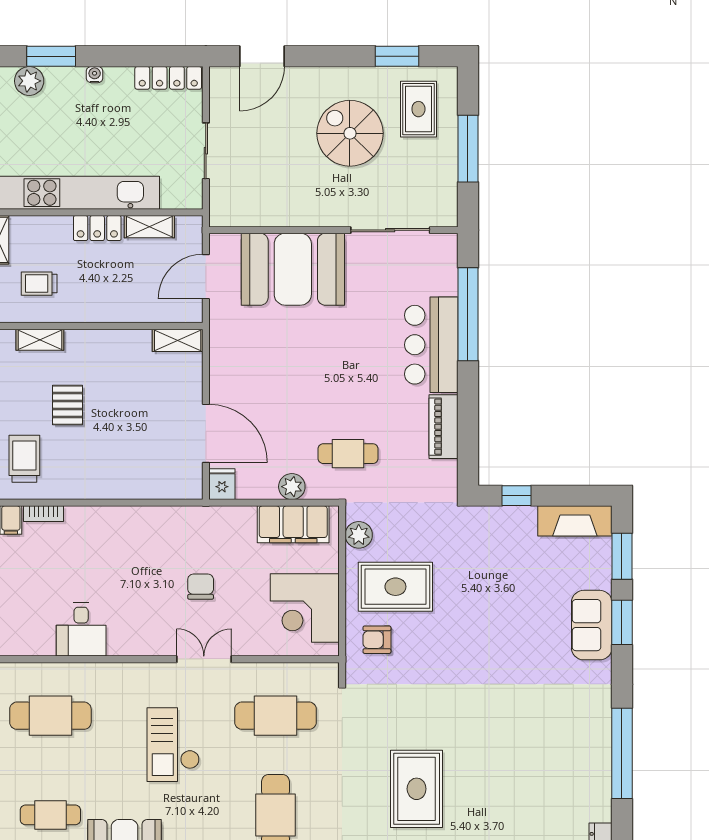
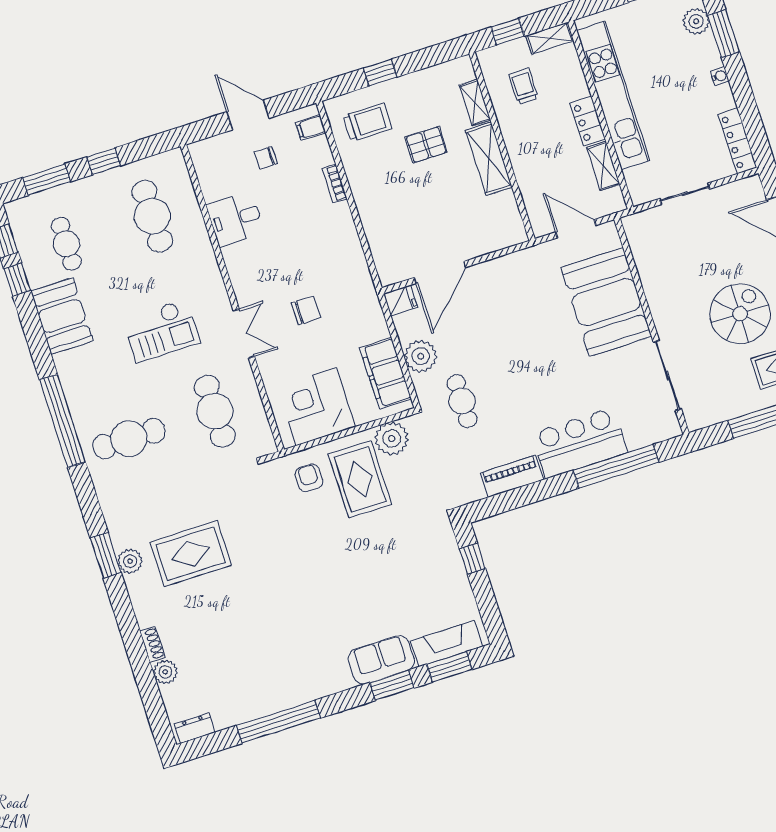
shelving: (178, 340) -> (489, 159), moved, width x1.50, depth x1.33
plant: (292, 487) -> (421, 356), width x1.36, depth x1.36
bookcase: (44, 514) -> (335, 184), moved
fireplace: (575, 521) -> (447, 644), moved, turned 90
plant: (359, 535) -> (392, 439), width x1.36, depth x1.36
chair: (27, 577) -> (266, 158), added
checkout: (173, 745) -> (161, 331), turned 180

